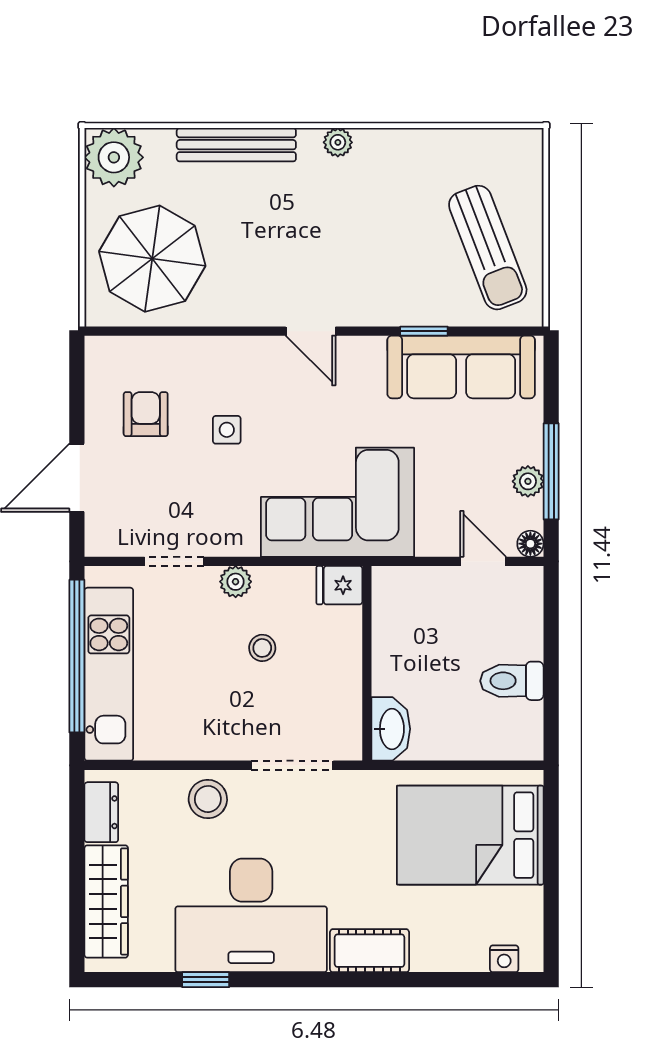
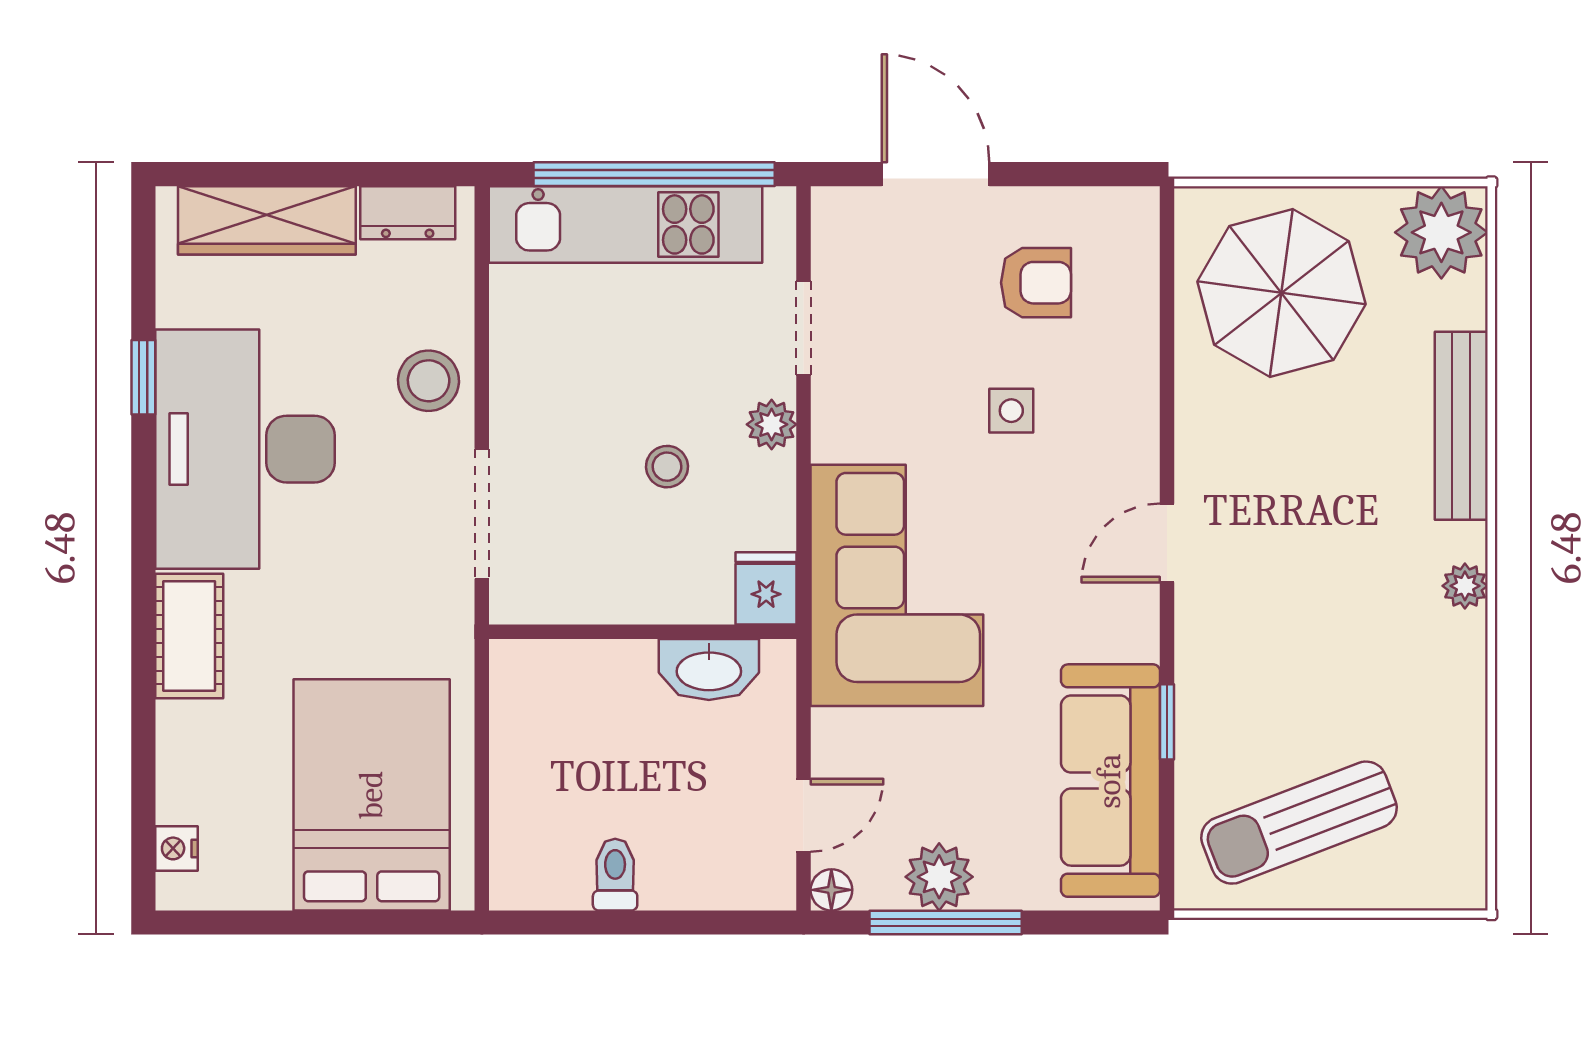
plant: (528, 481) -> (939, 877), width x1.38, depth x1.38
toilet: (512, 681) -> (615, 875), width x0.73, depth x0.72
washbasin: (391, 729) -> (709, 669), moved

